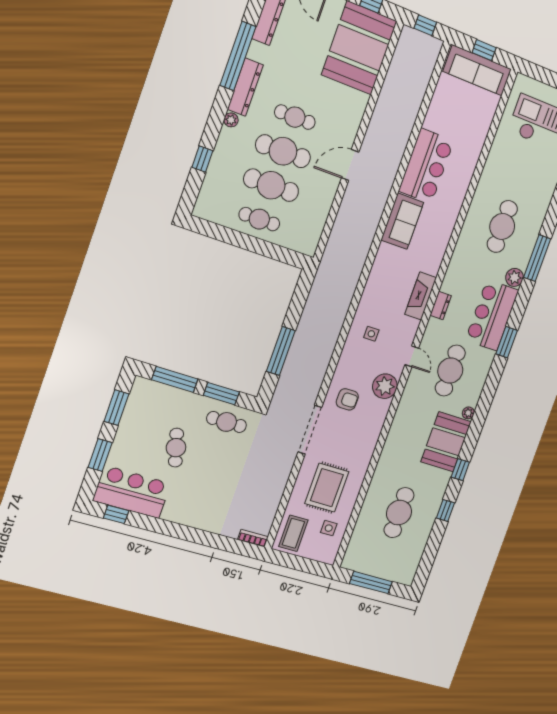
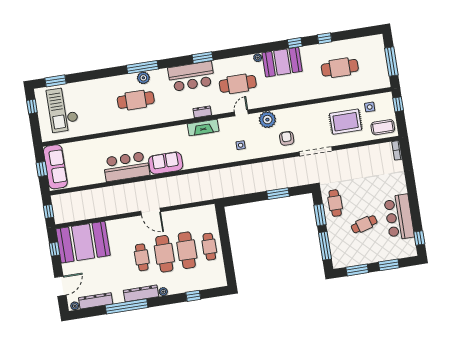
plant: (514, 277) -> (143, 78), moved
window: (281, 351) -> (278, 194), width x0.69
bar counter: (132, 492) -> (399, 217), moved
window: (312, 567) -> (398, 104), added

